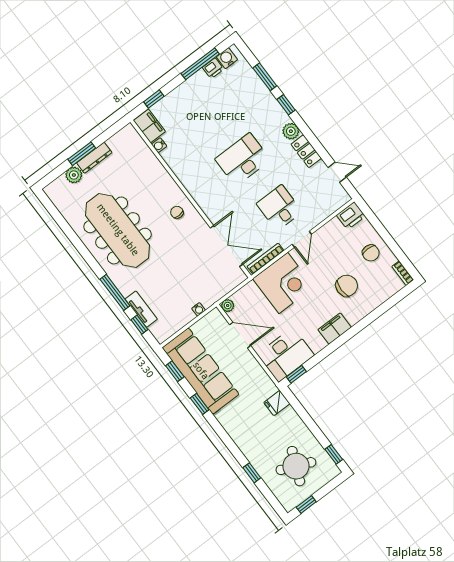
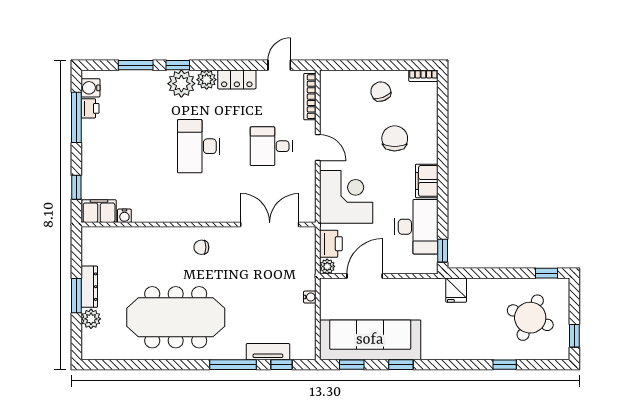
plant: (276, 117) -> (181, 84), added
printer: (351, 216) -> (331, 244), moved
chair: (371, 253) -> (381, 92), turned -110
bookcase: (266, 259) -> (310, 97), moved
desk: (286, 355) -> (416, 227), moved

